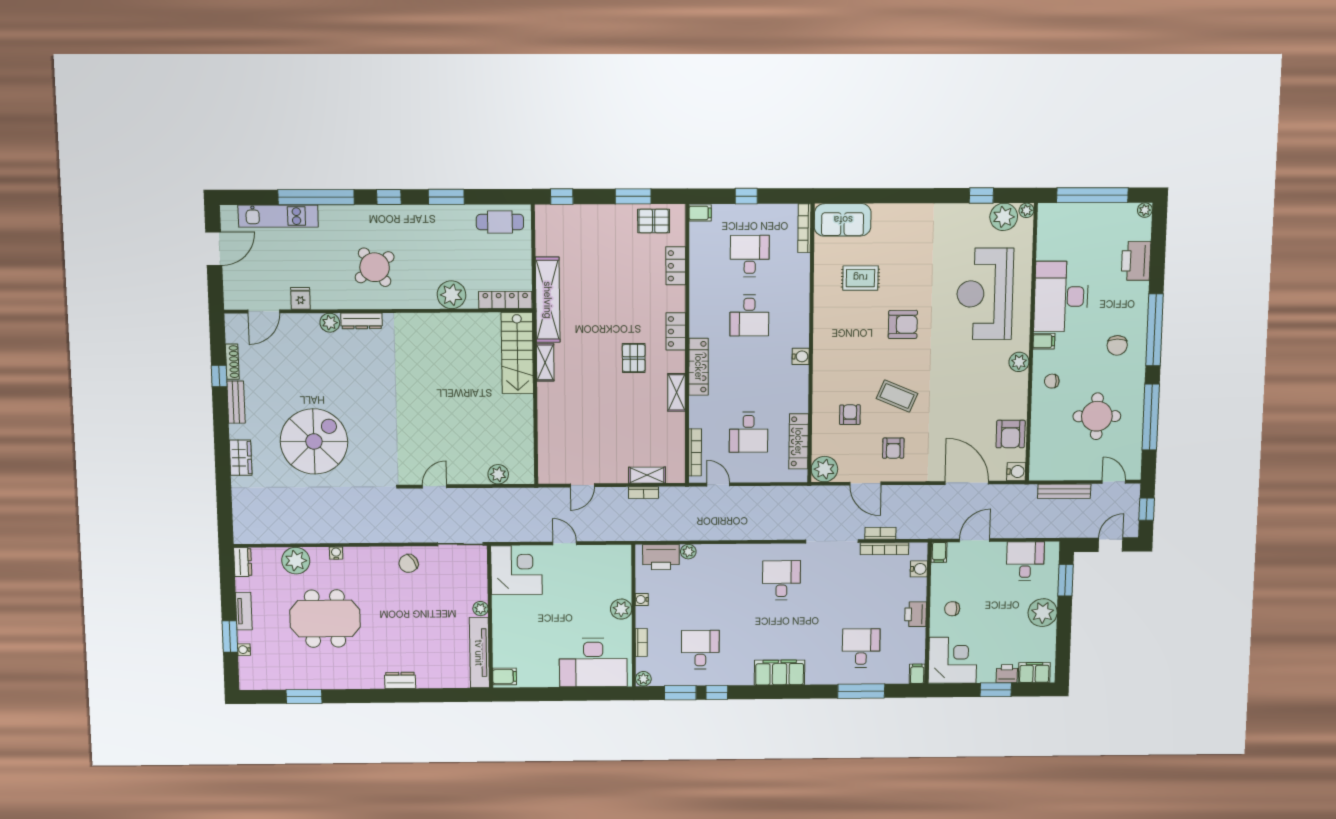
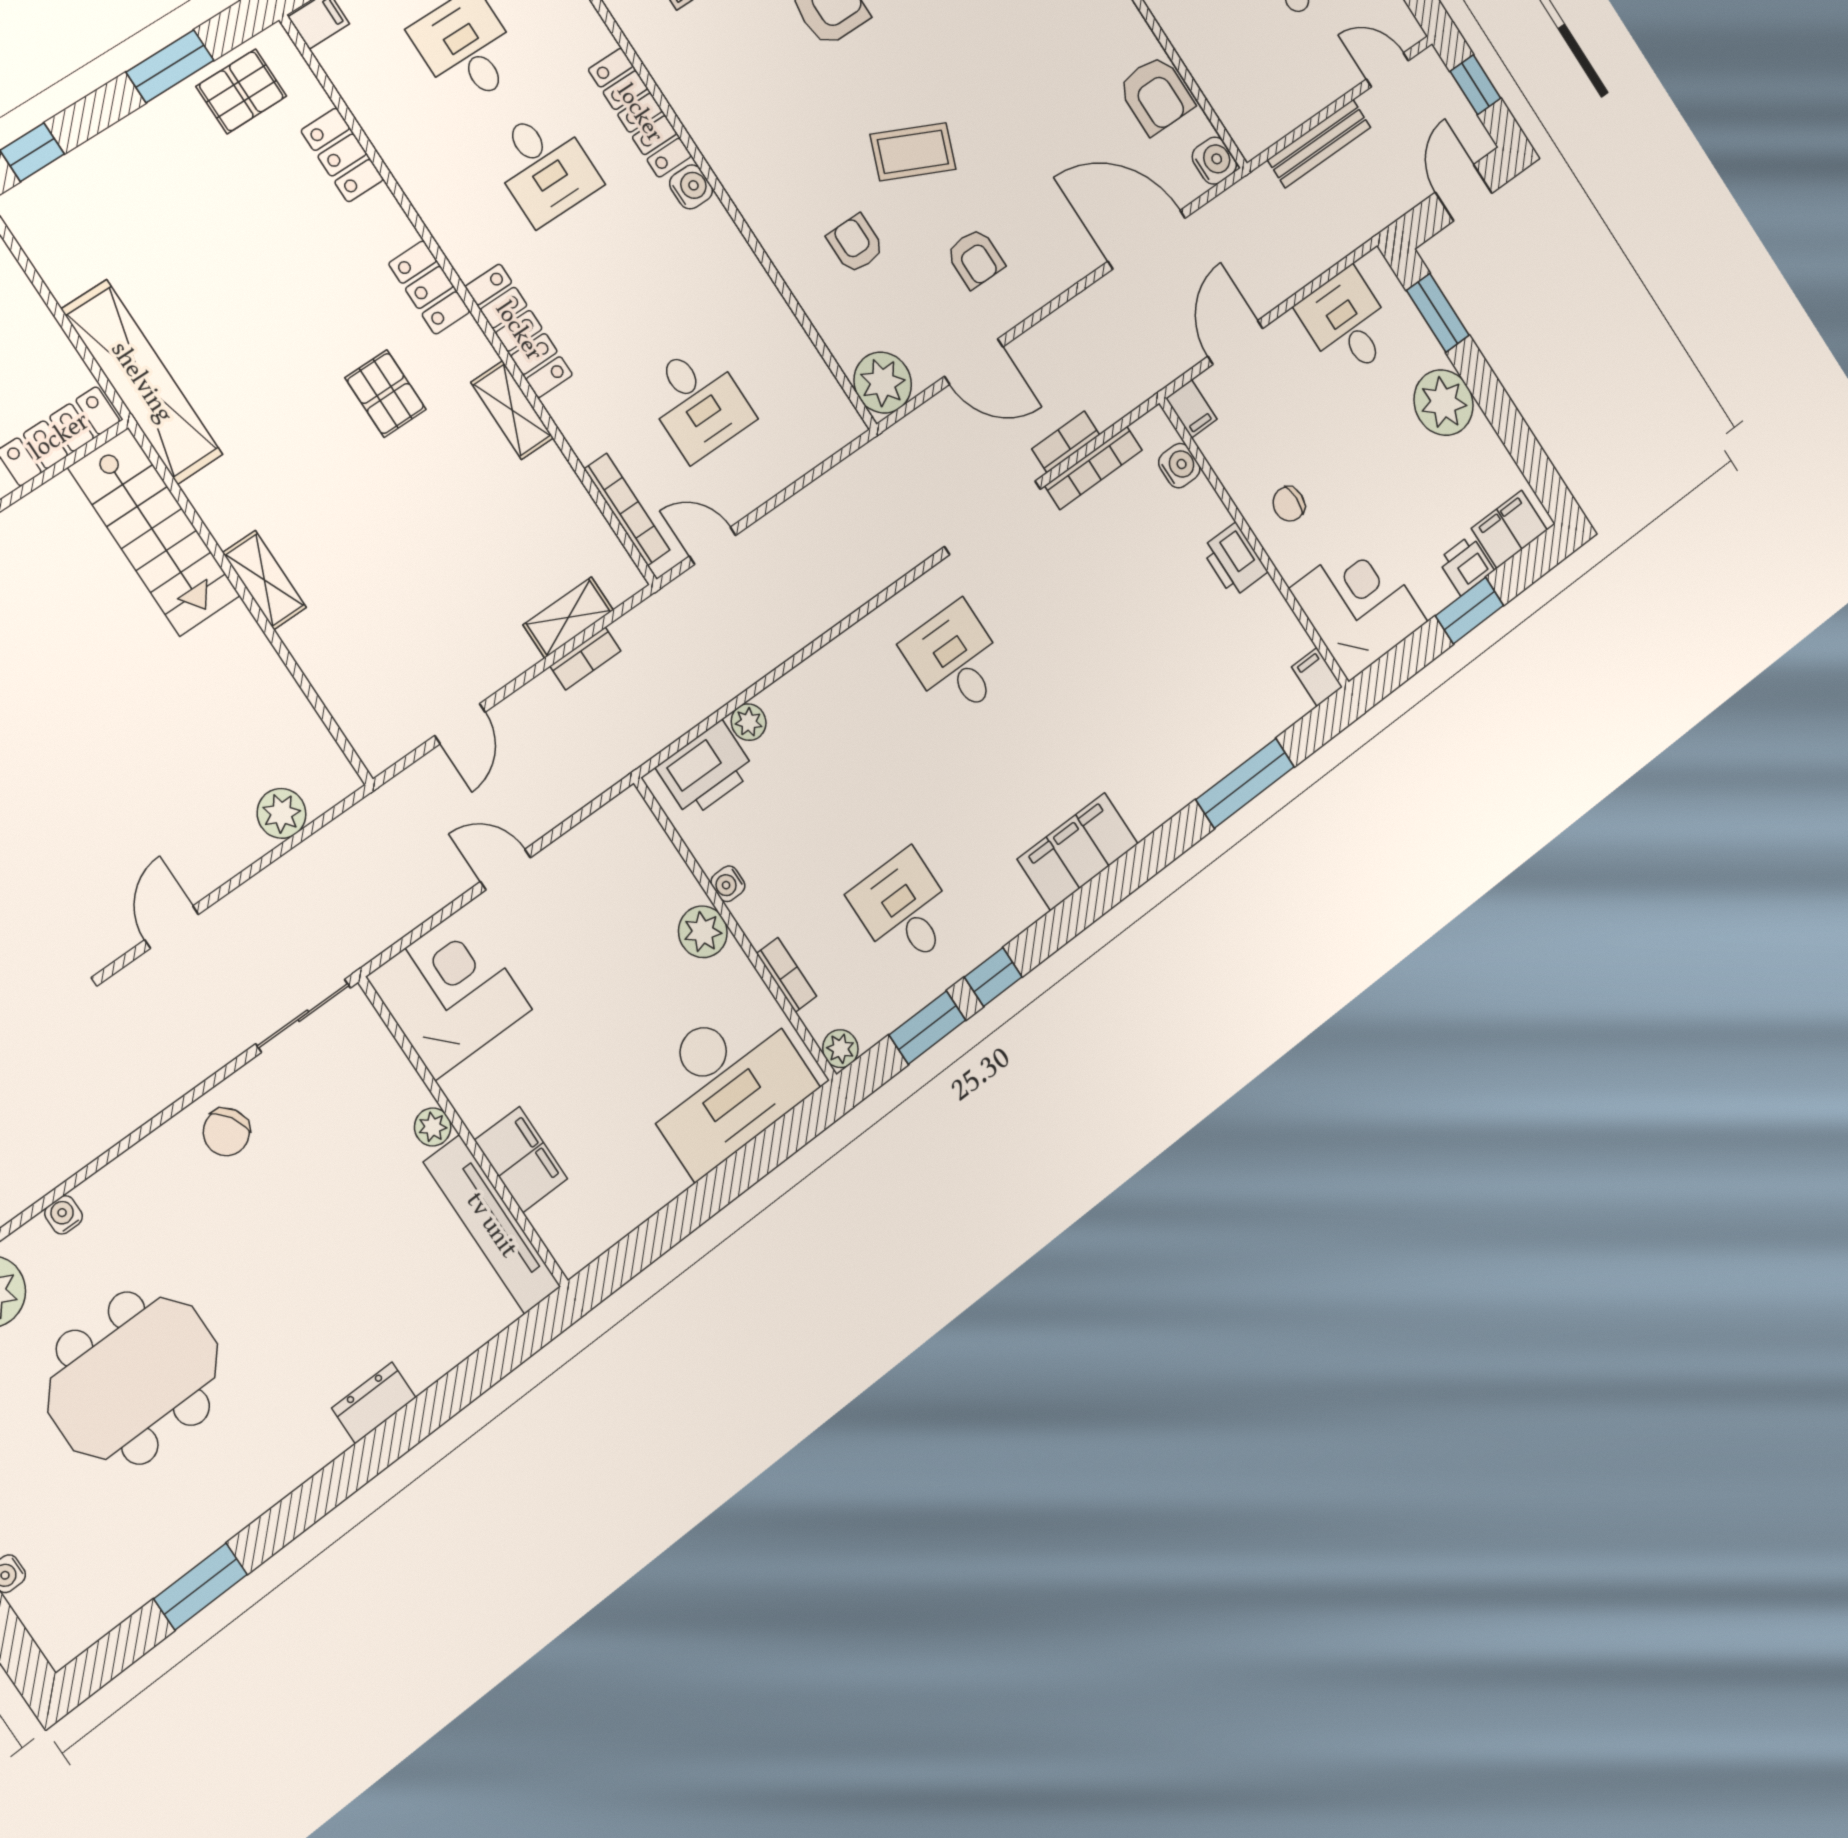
shelving: (545, 363) -> (264, 580), moved
locker: (799, 441) -> (640, 113), moved
desk: (861, 648) -> (1187, 696), removed
filing cabinet: (505, 676) -> (521, 1159), moved, width x2.00

